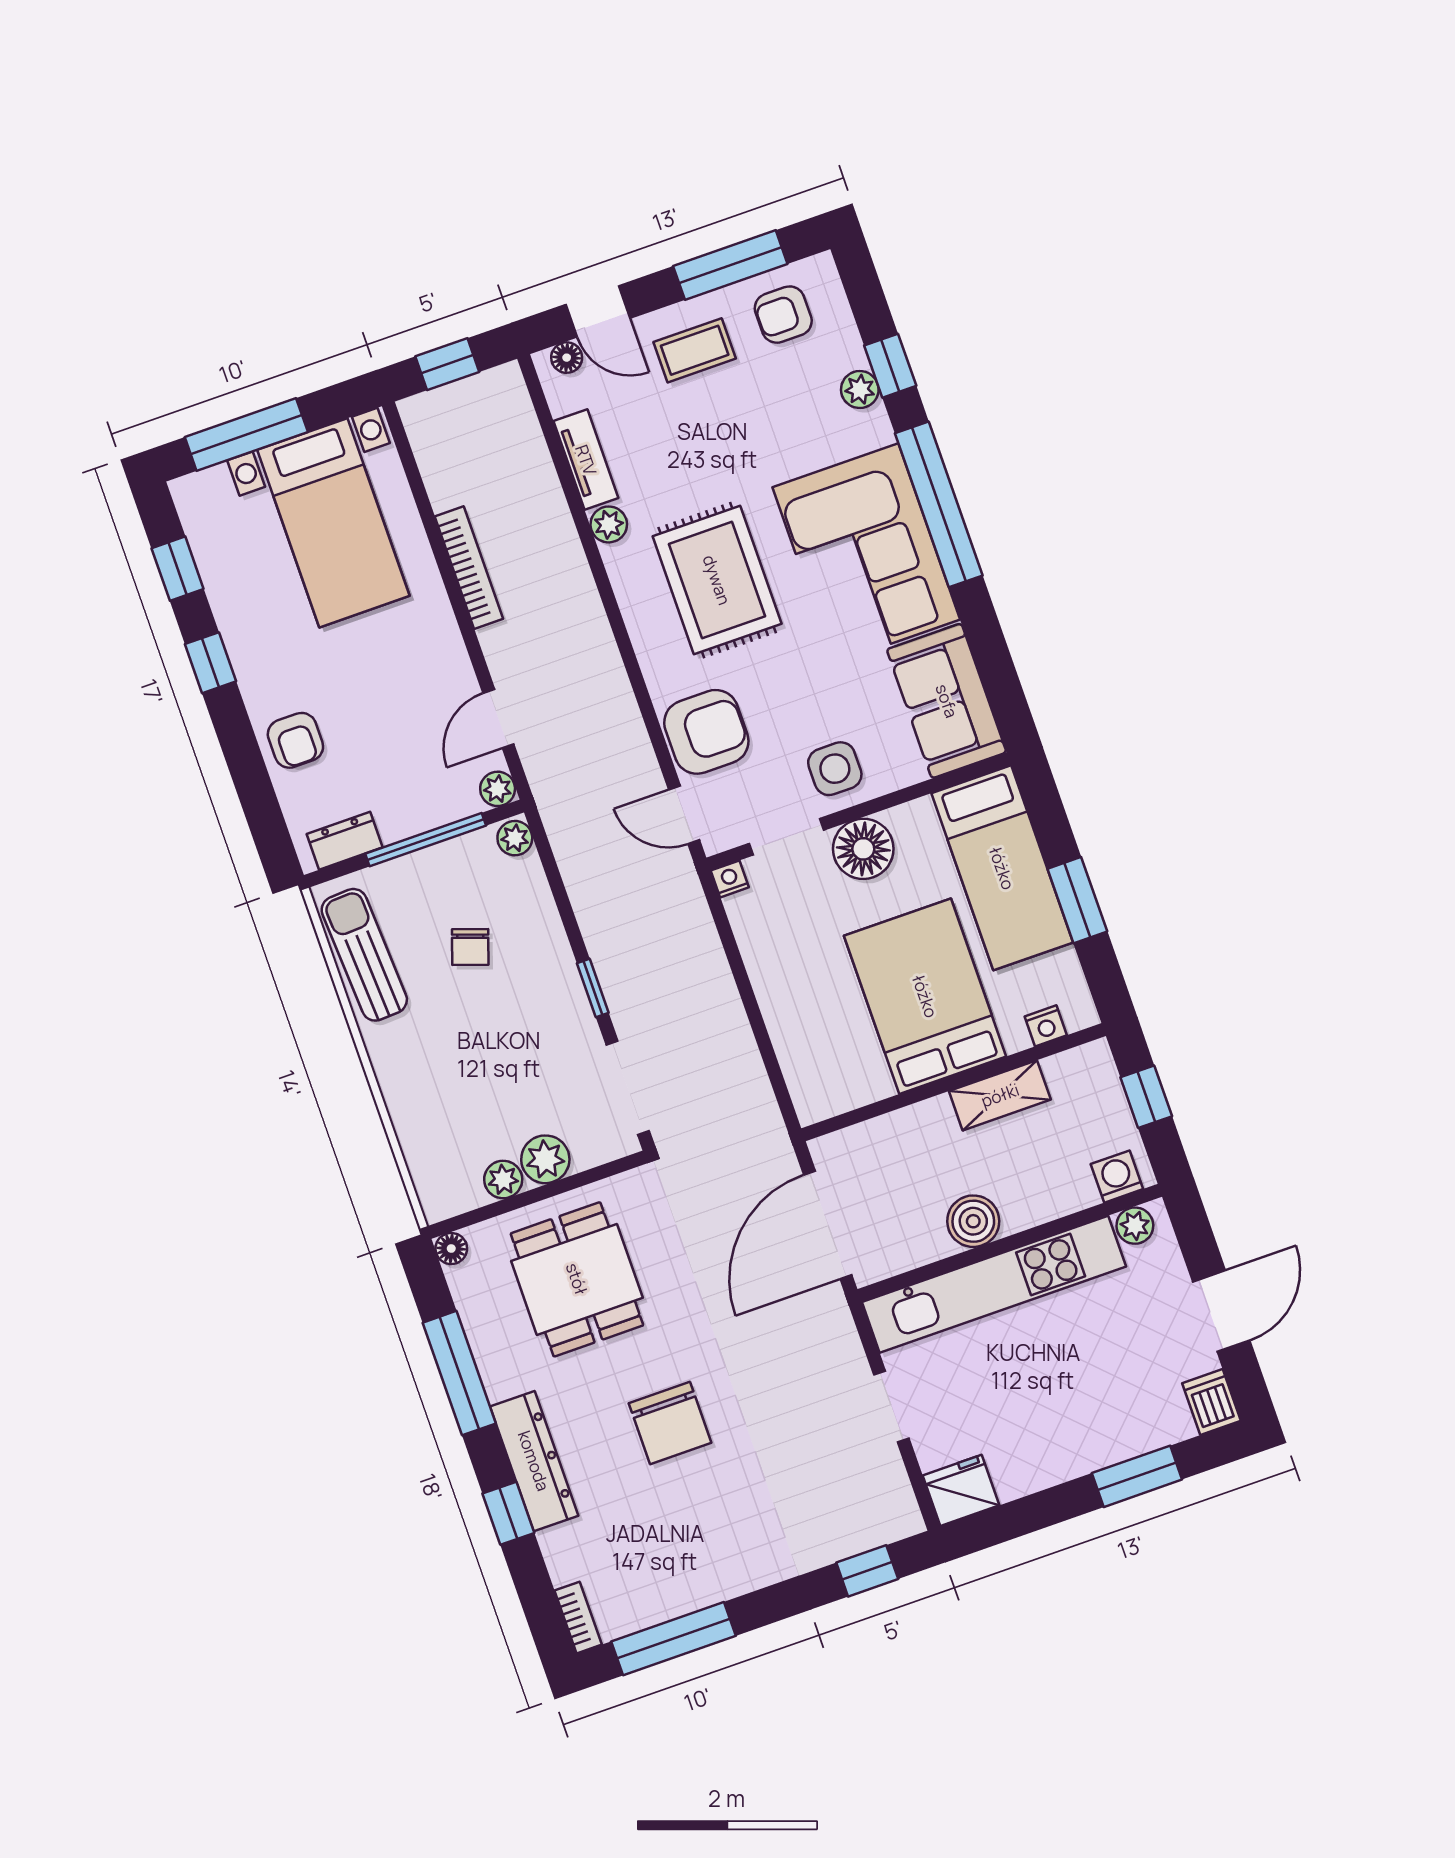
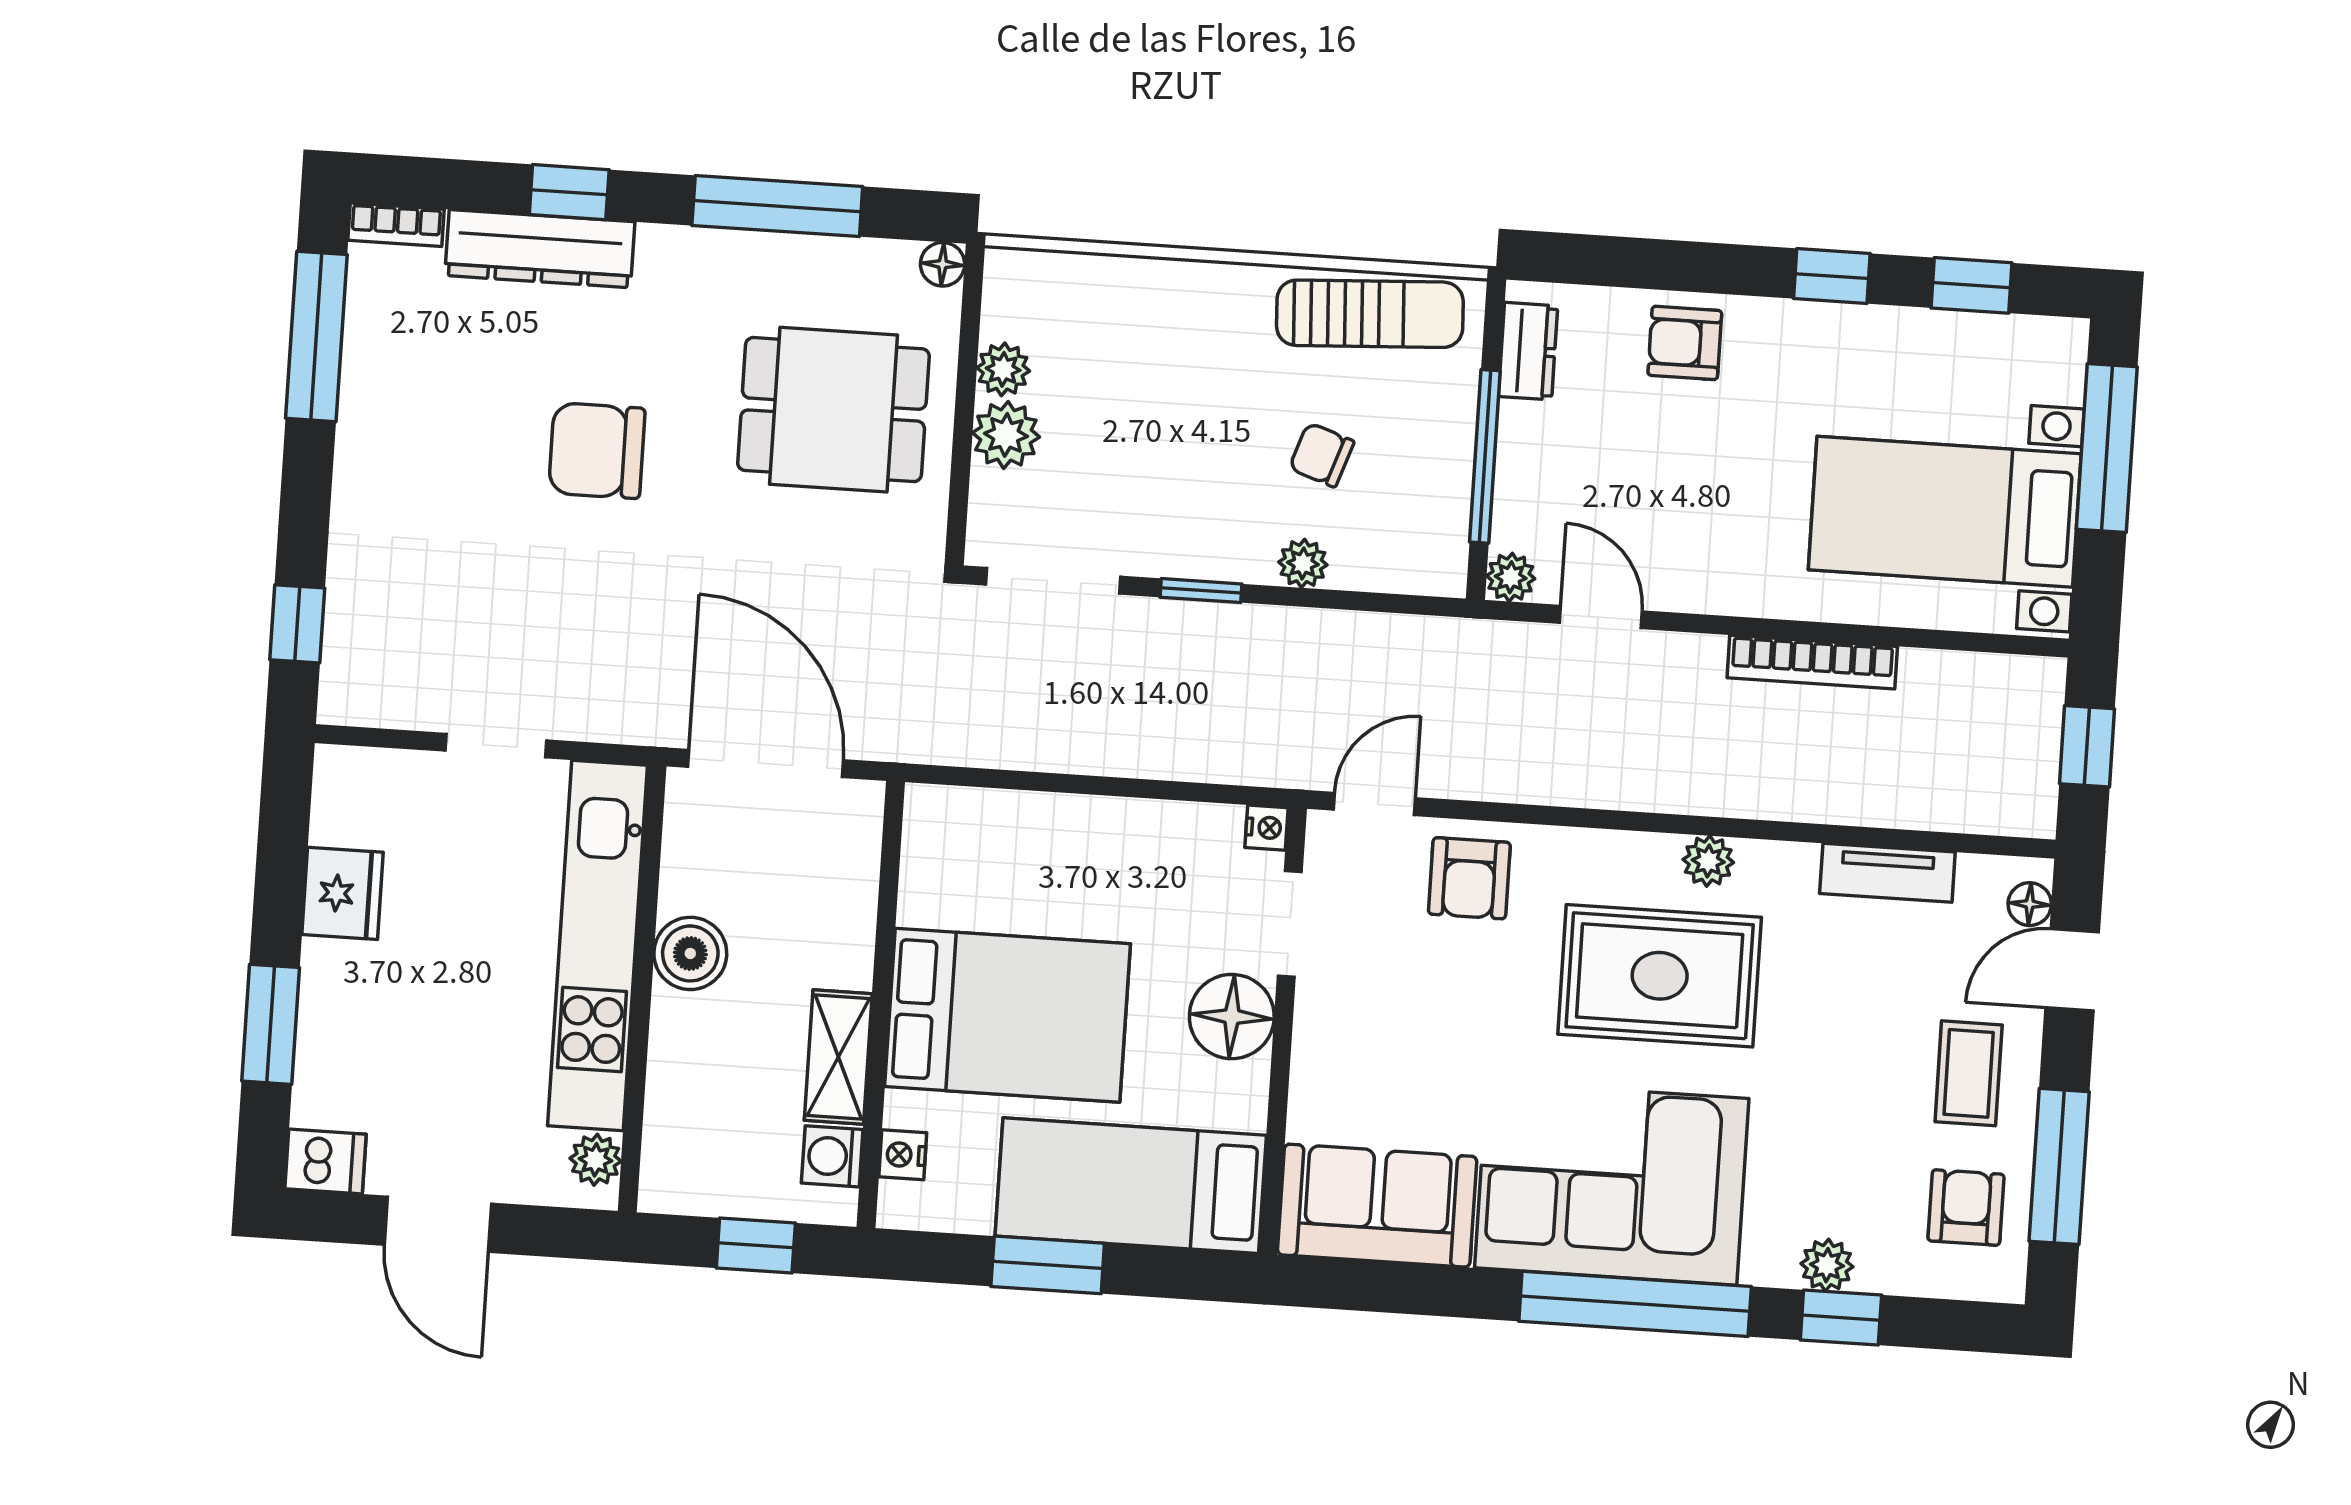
plant: (609, 524) -> (1708, 861), moved
armchair: (706, 732) -> (1469, 878), width x0.72, depth x0.72
side table: (835, 769) -> (1351, 1024), removed
plant: (515, 838) -> (1303, 563), moved
washing machine: (1117, 1177) -> (832, 1156), moved, turned 180
dresser: (534, 1461) -> (540, 249), moved
fridge: (961, 1490) -> (342, 893), moved

